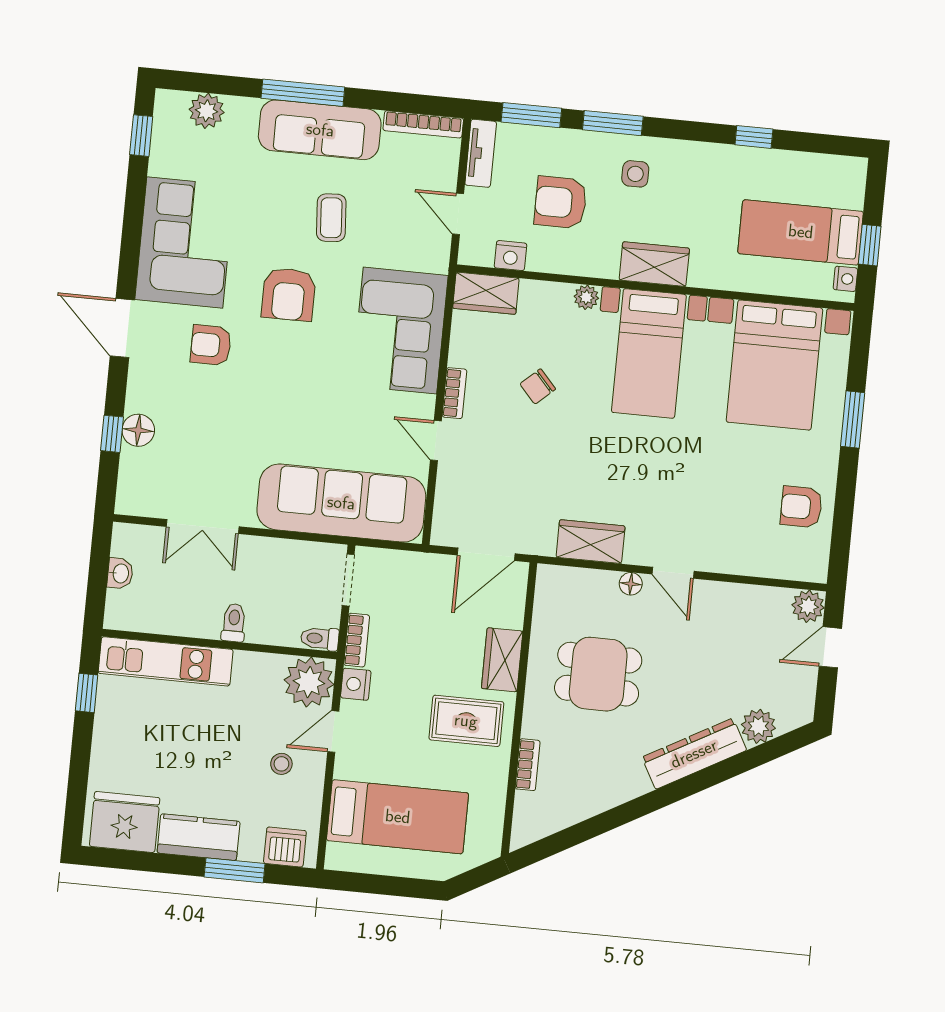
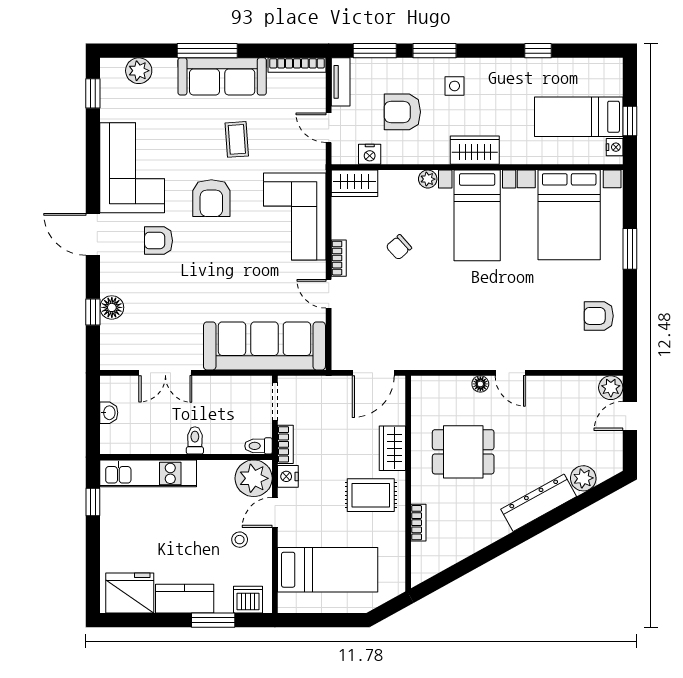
wardrobe: (591, 542) -> (448, 356), removed

